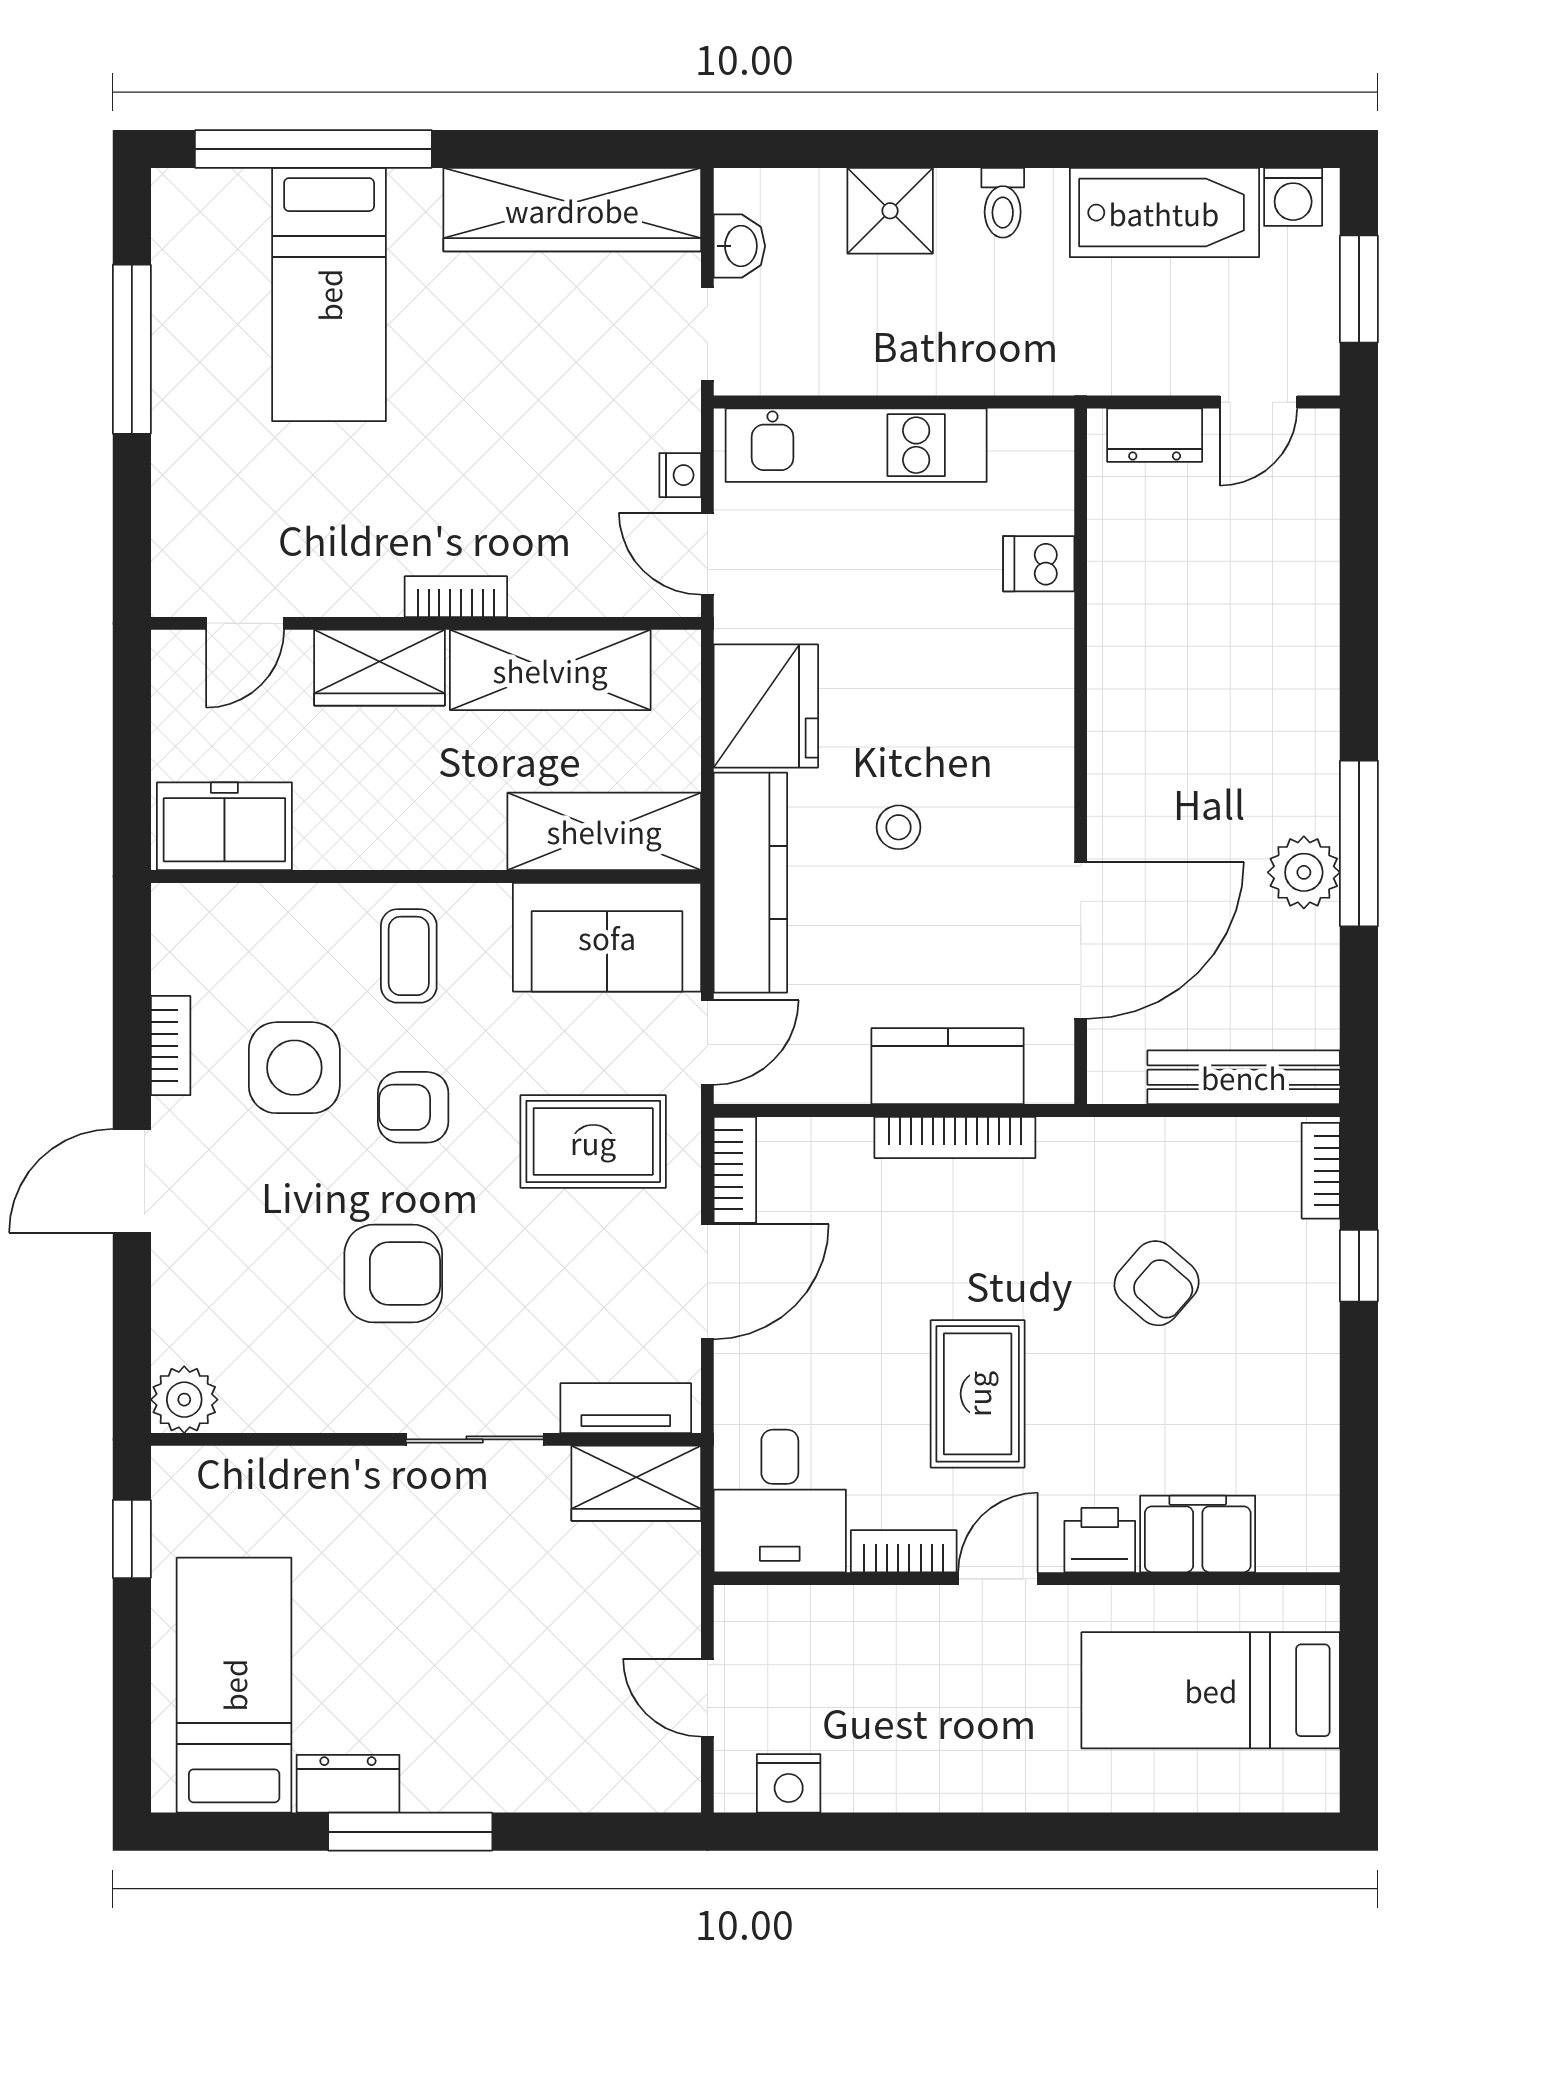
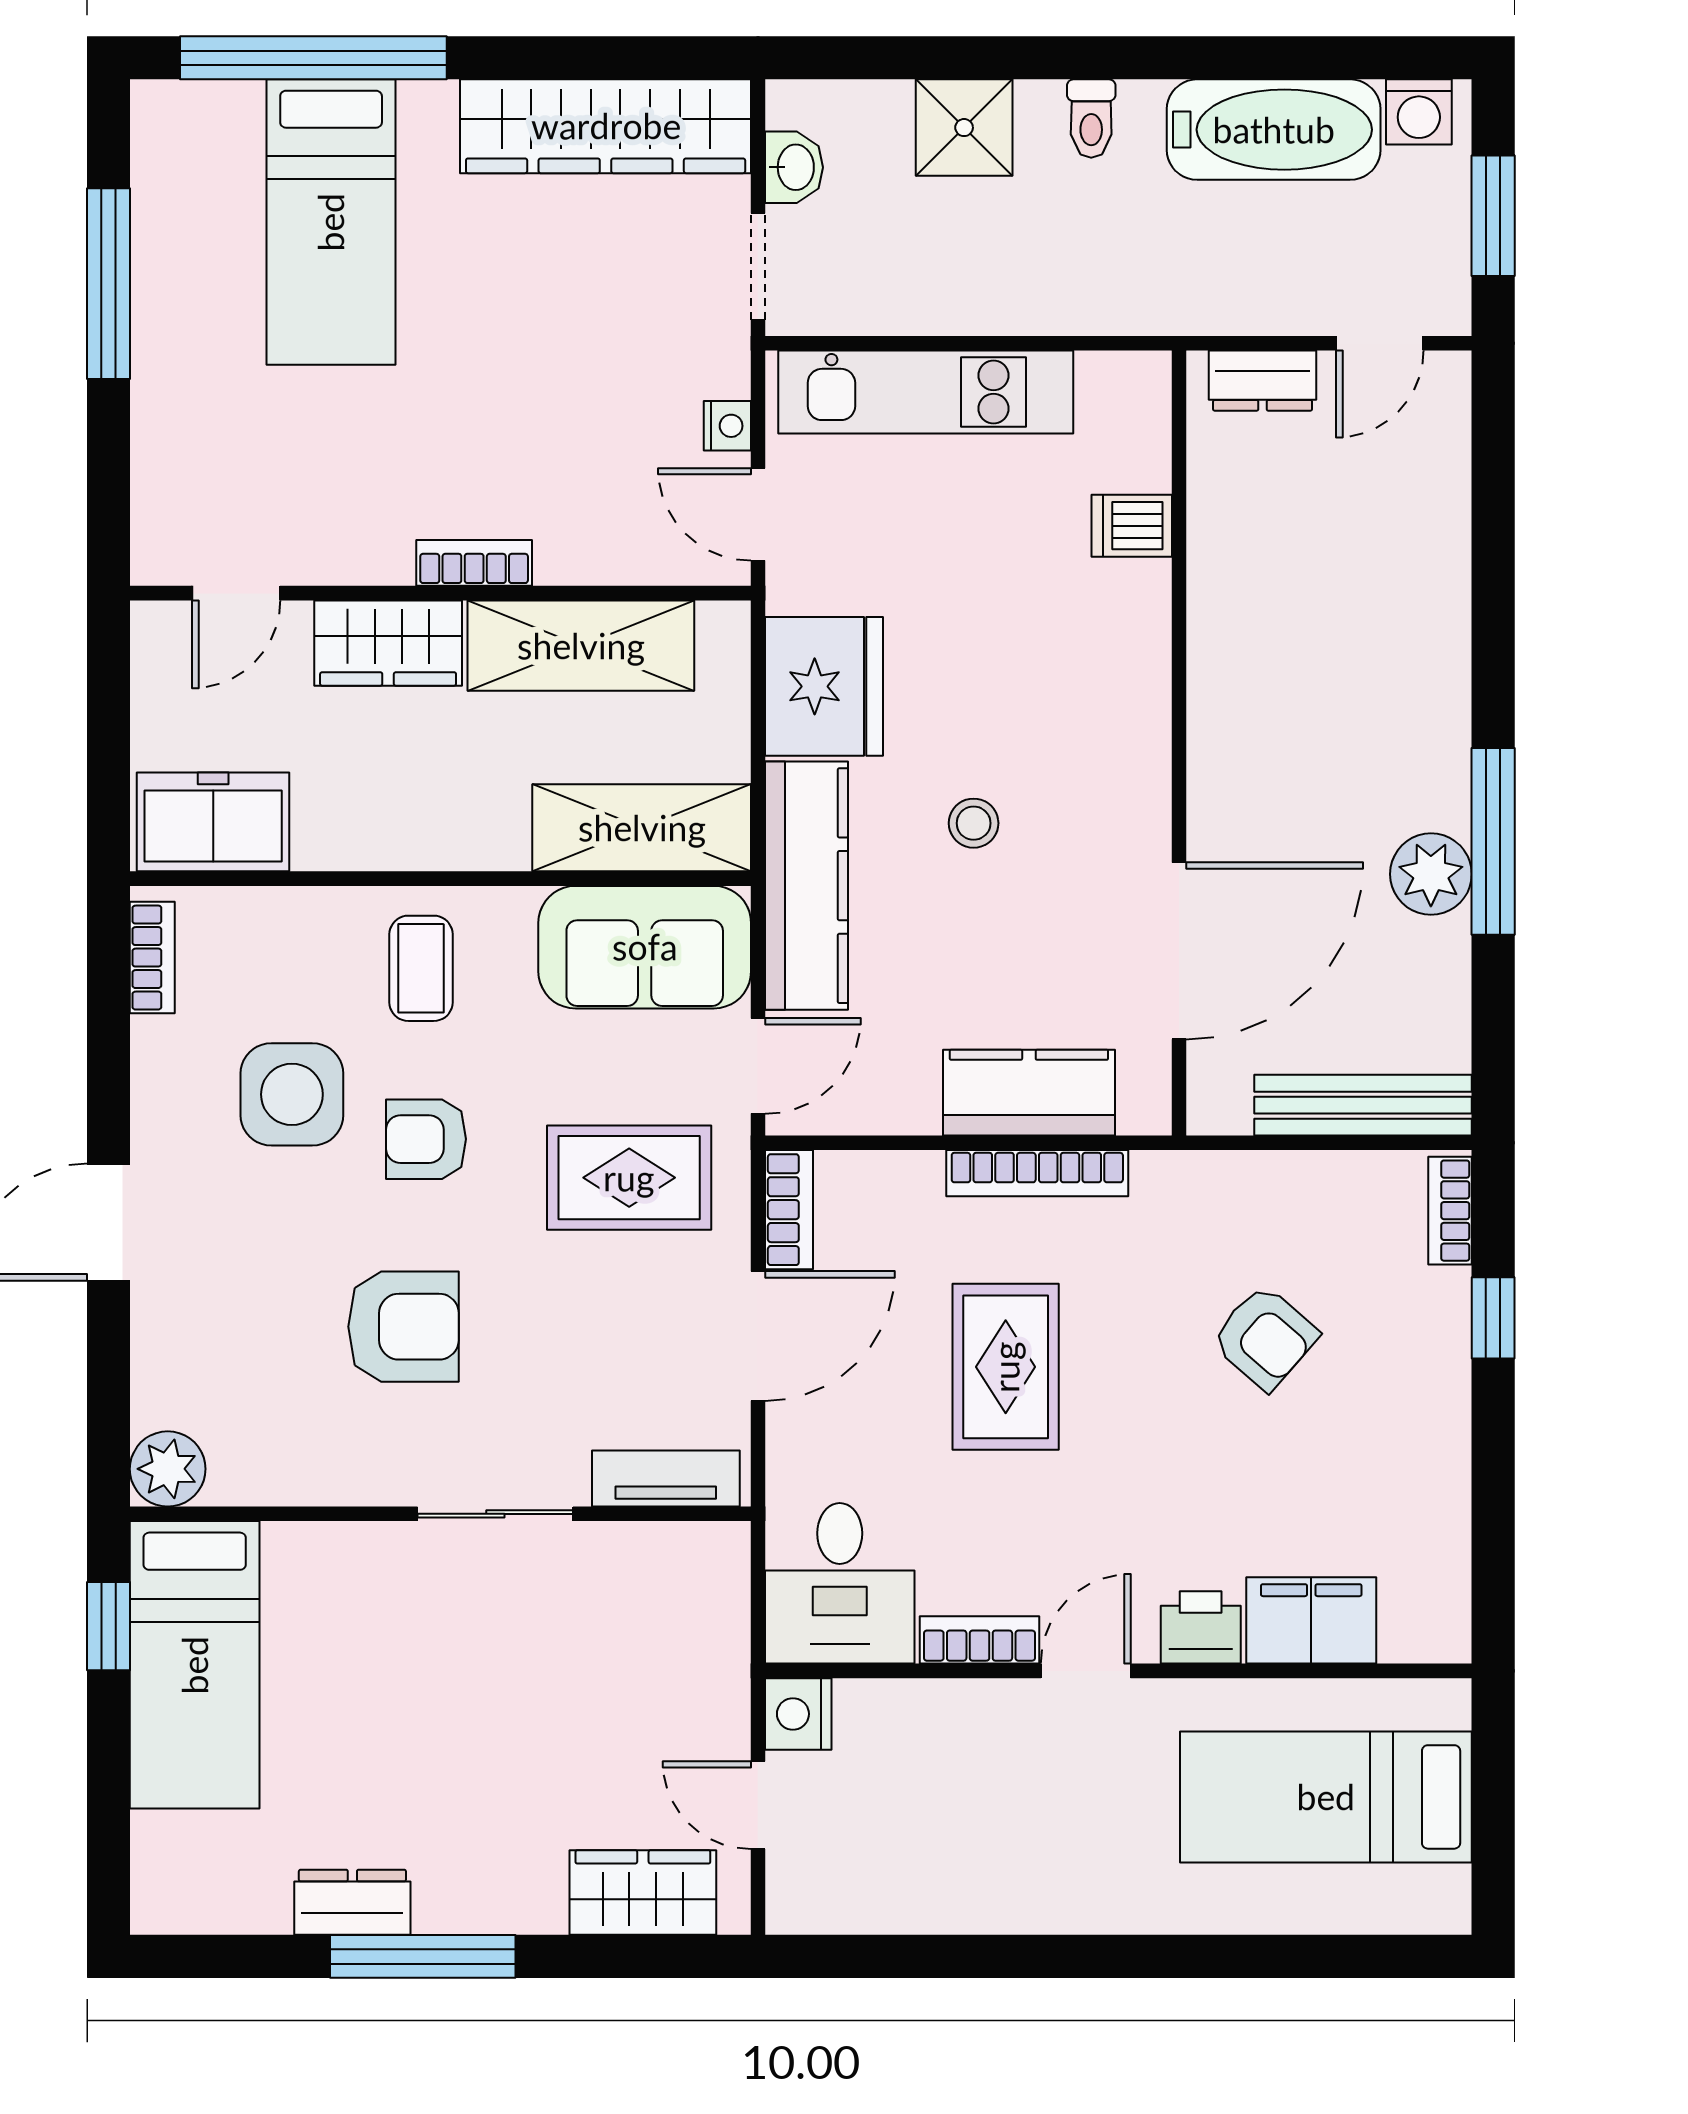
bookcase: (171, 1046) -> (152, 958), moved
rug: (978, 1394) -> (1006, 1367), moved
wardrobe: (636, 1483) -> (643, 1893), moved, turned 180
bed: (234, 1685) -> (195, 1665), moved, turned 180
nightstand: (789, 1783) -> (798, 1714), moved, turned 90

